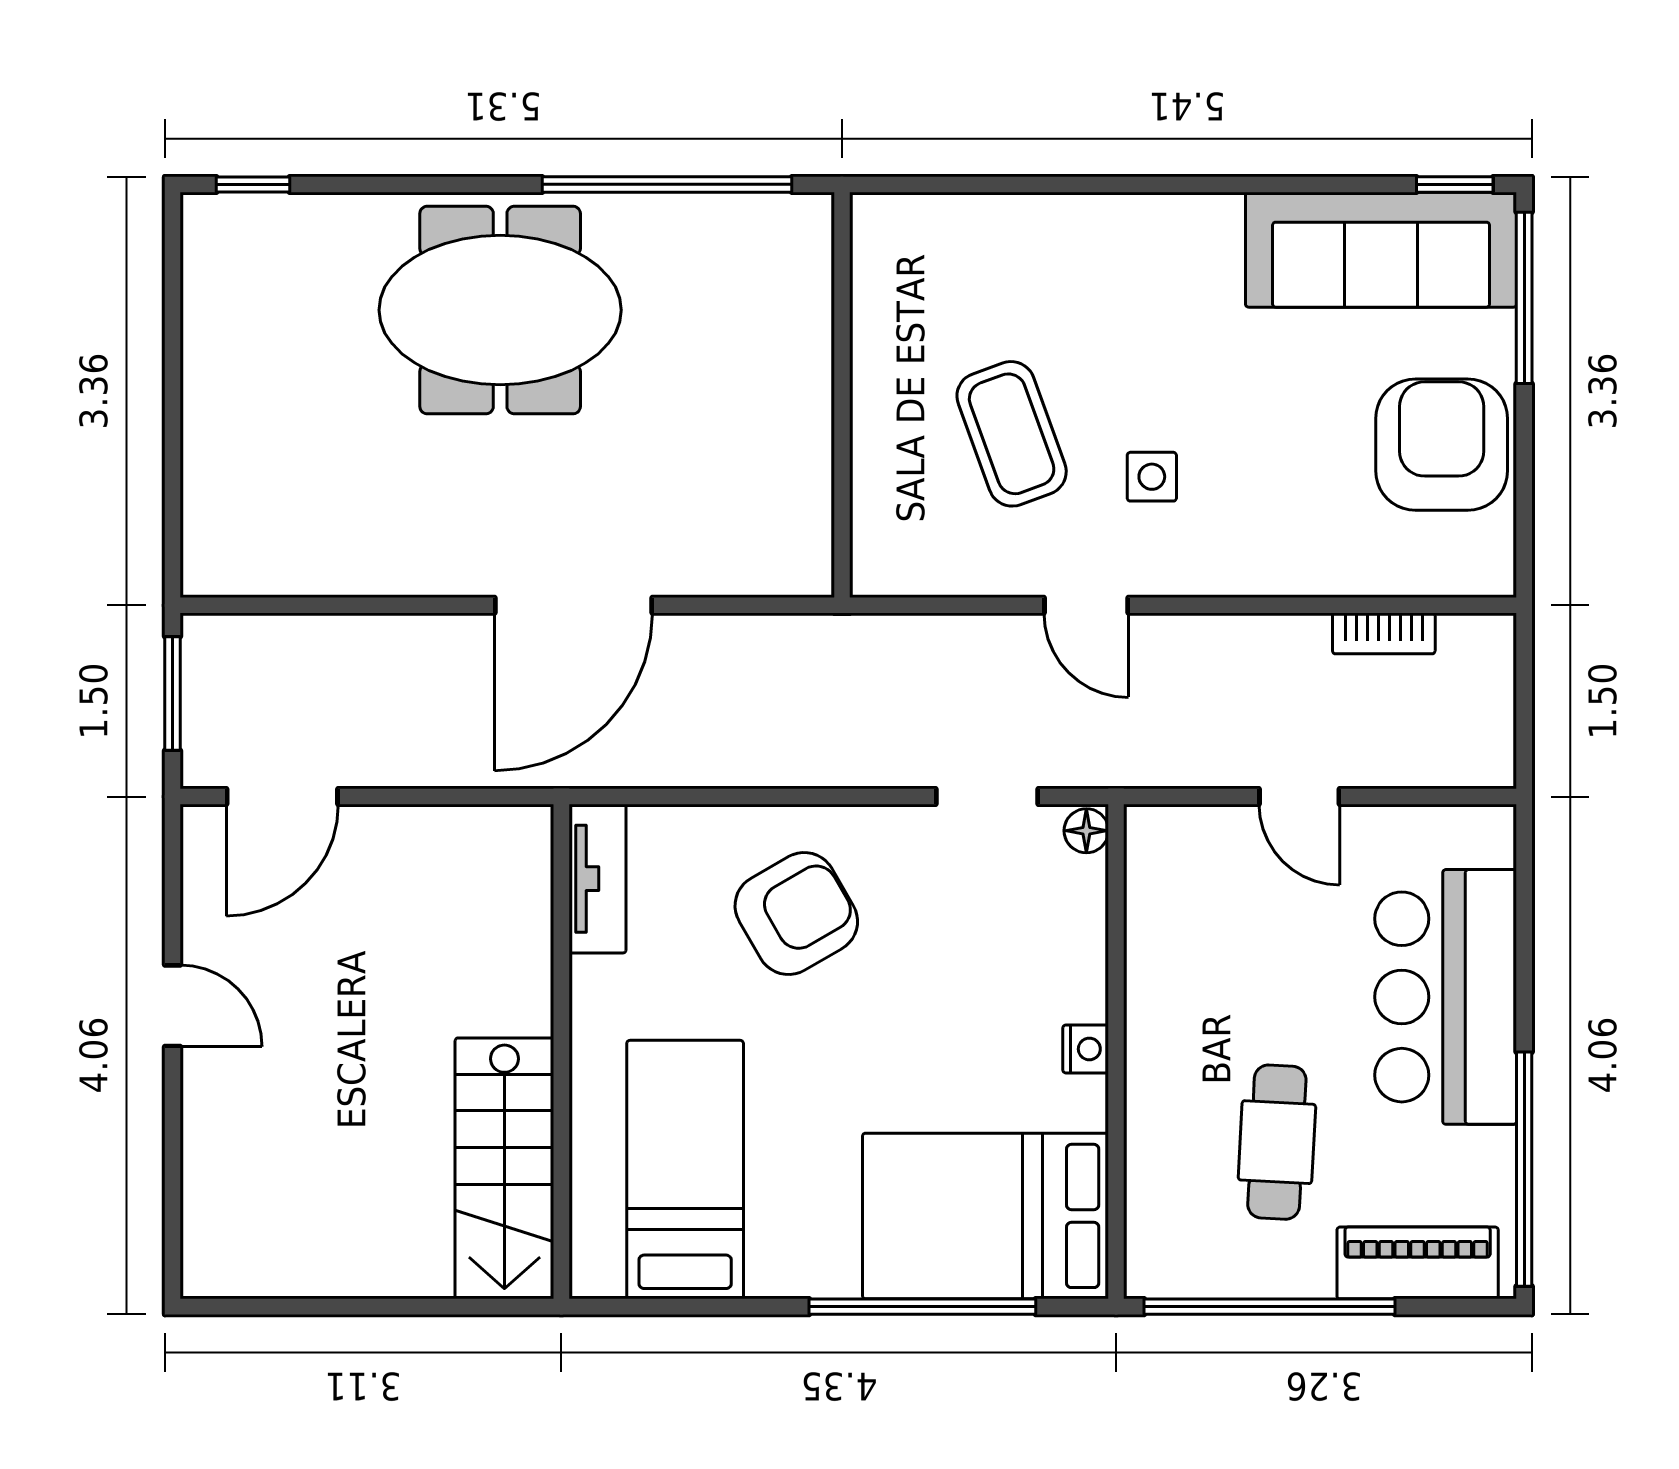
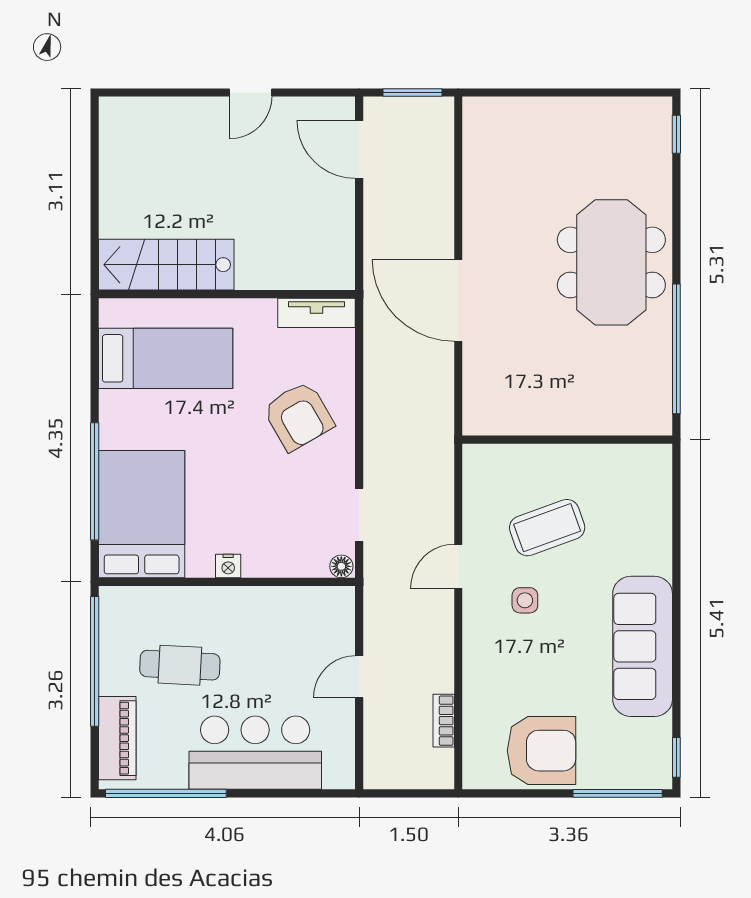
sofa: (1381, 250) -> (643, 646), moved

